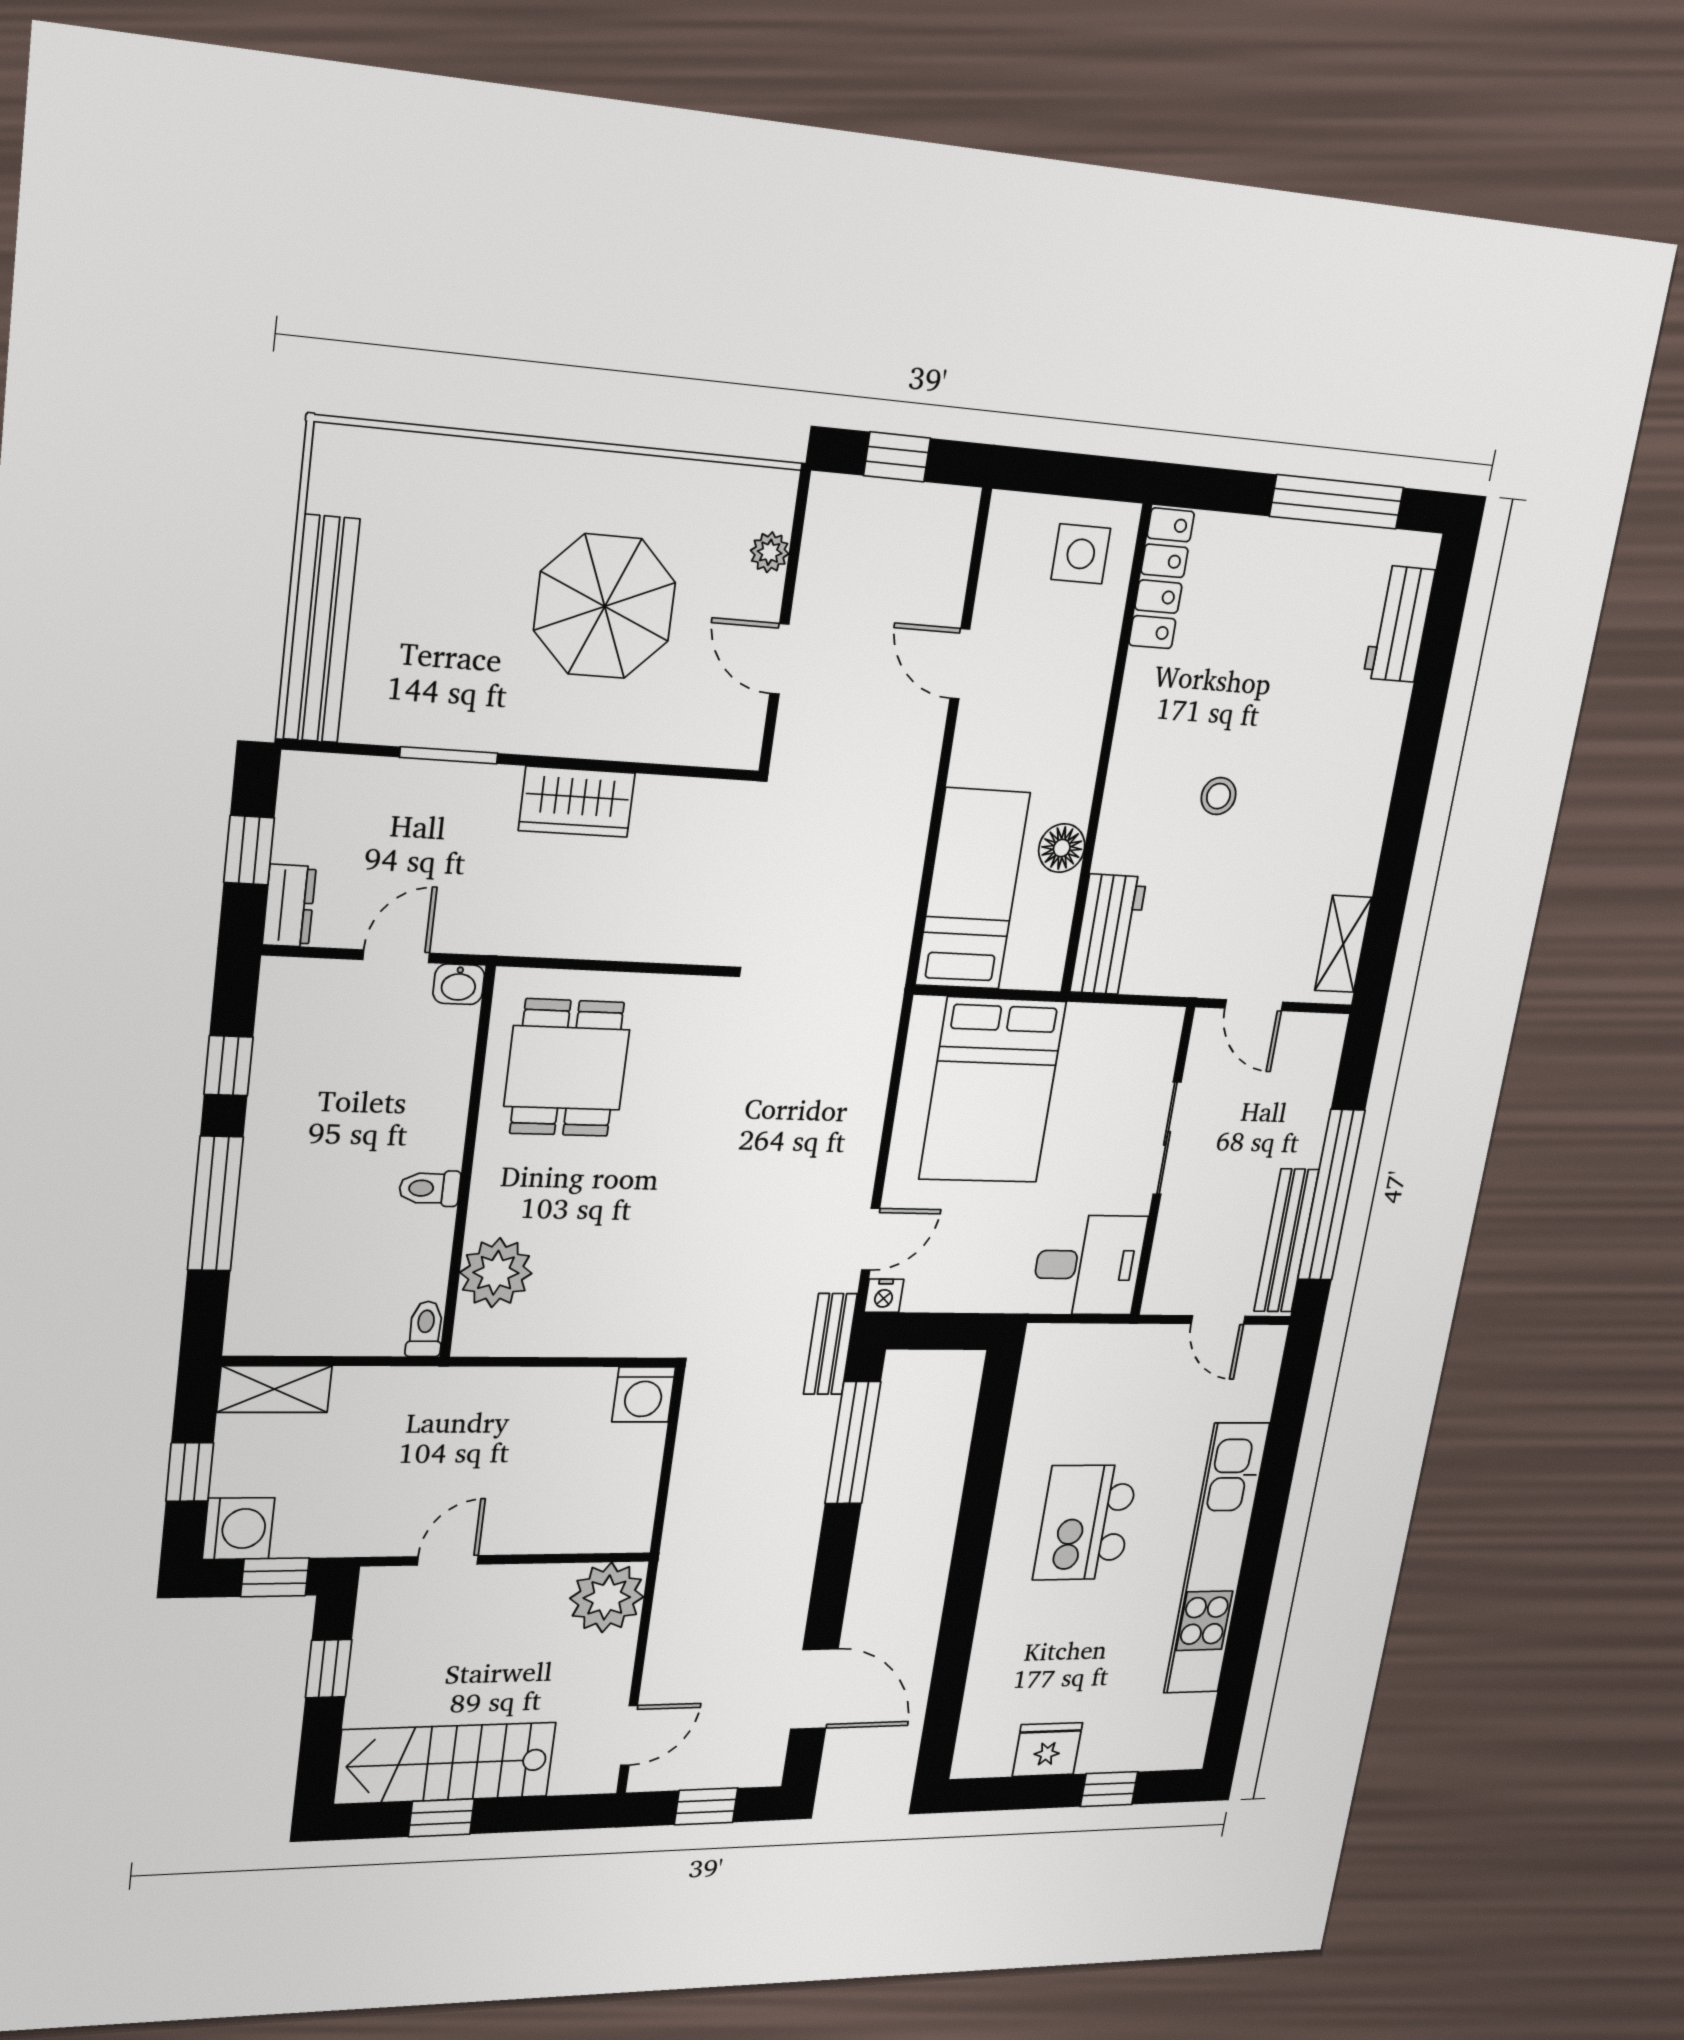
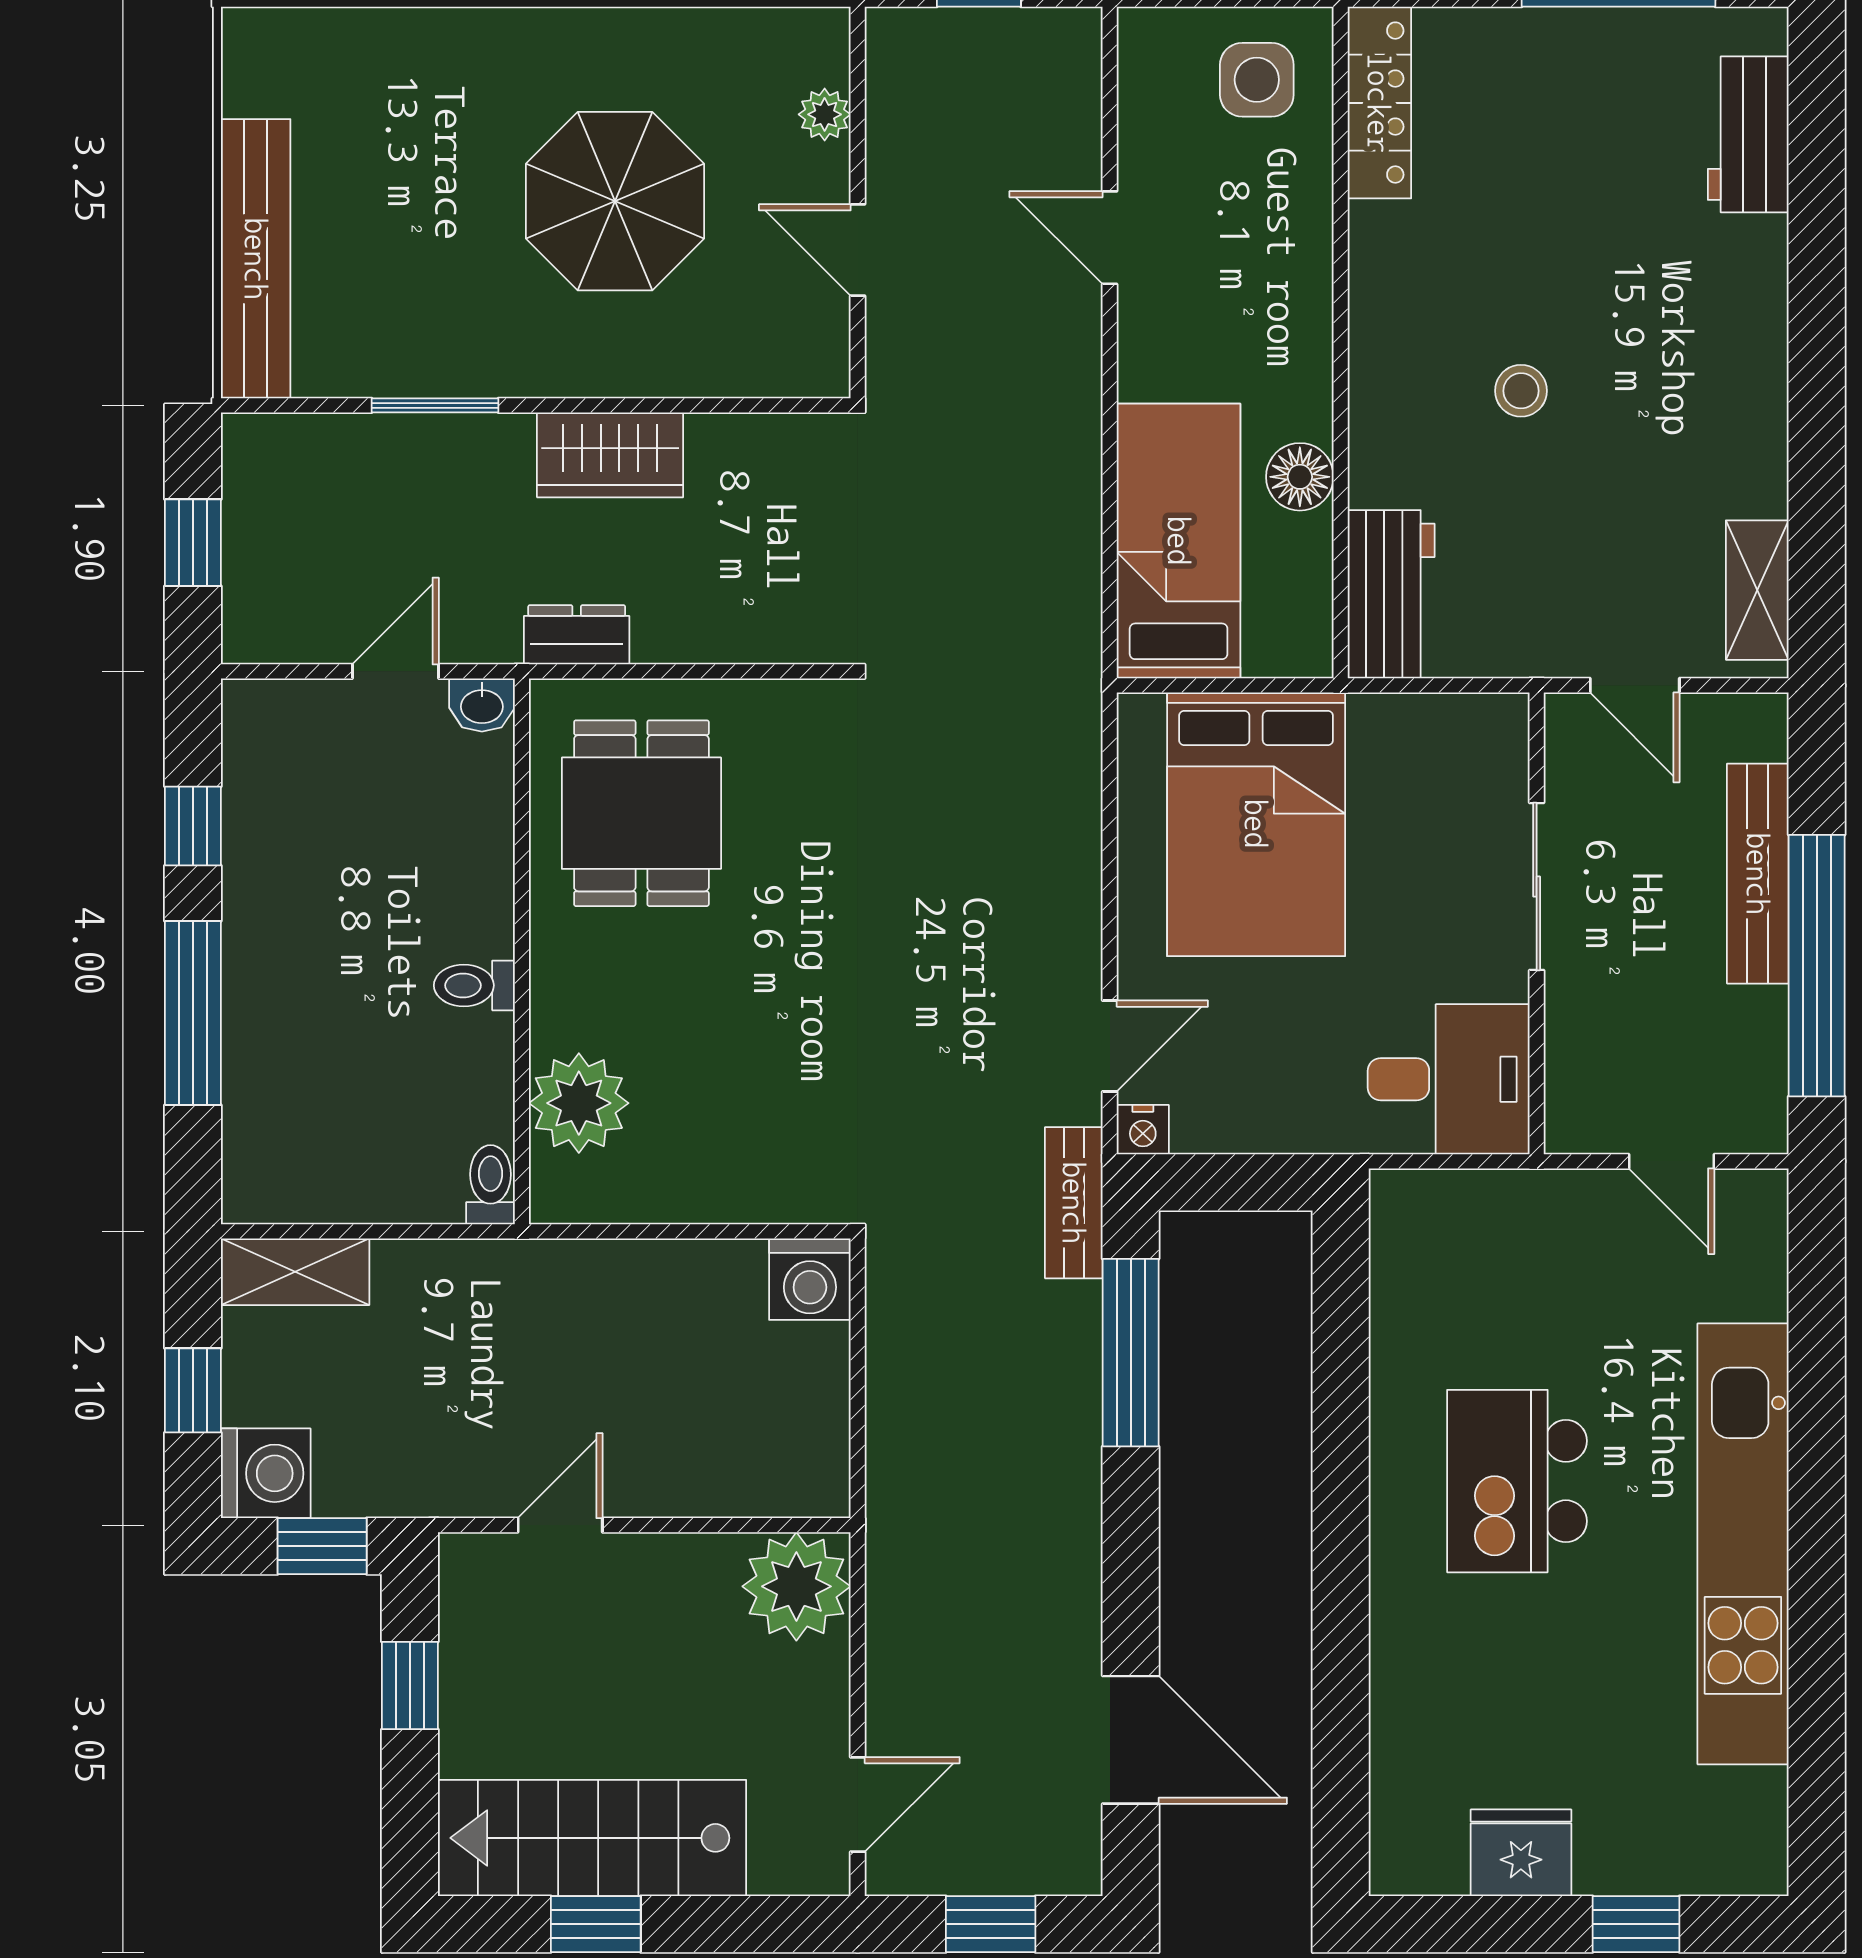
dresser: (289, 906) -> (577, 635), moved, turned -90
bench: (1286, 1241) -> (1758, 874), moved

